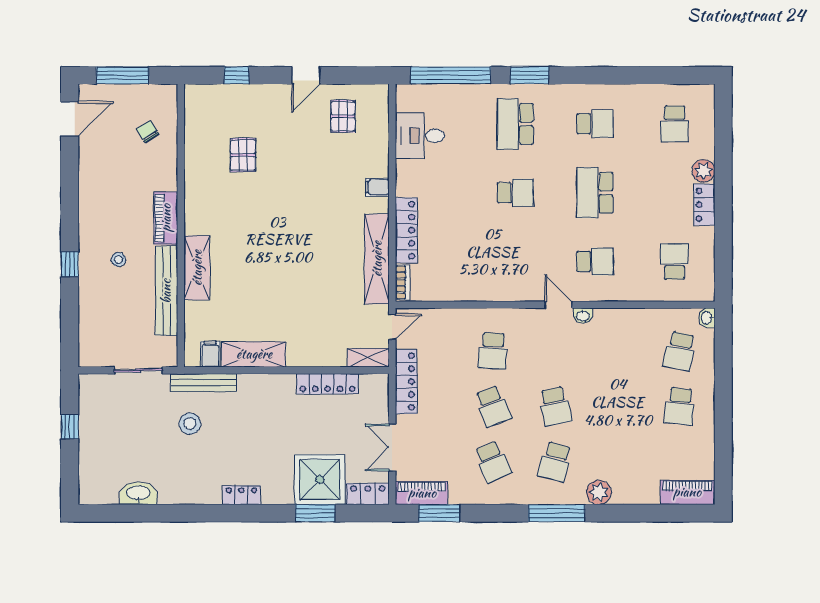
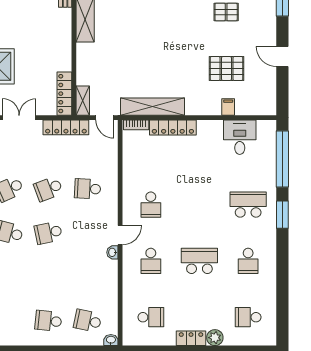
pallet: (343, 116) -> (226, 69), moved, width x1.50, depth x1.42
filing cabinet: (377, 187) -> (228, 107), moved
school desk: (515, 193) -> (151, 205), moved
locker: (328, 384) -> (64, 94), moved

